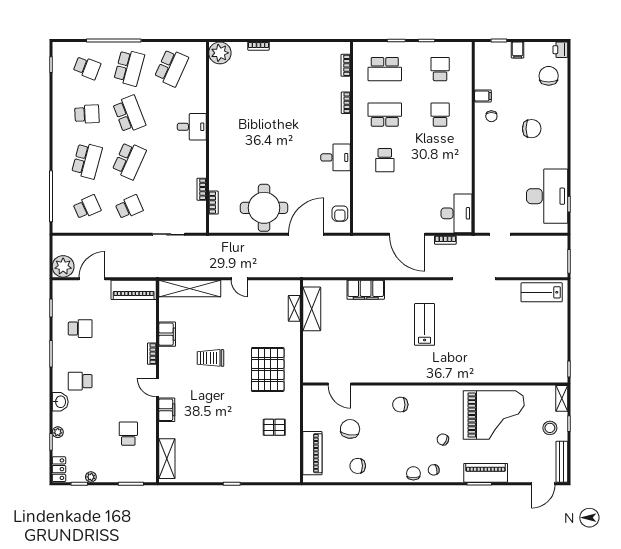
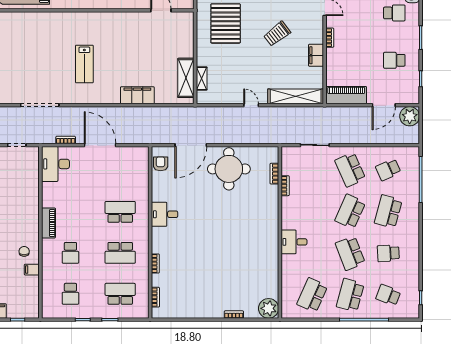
piano: (464, 148) -> (48, 223), added
school desk: (385, 160) -> (120, 212), width x1.85
school desk: (129, 207) -> (350, 170), width x1.85
trolley: (210, 358) -> (277, 34), turned 142

